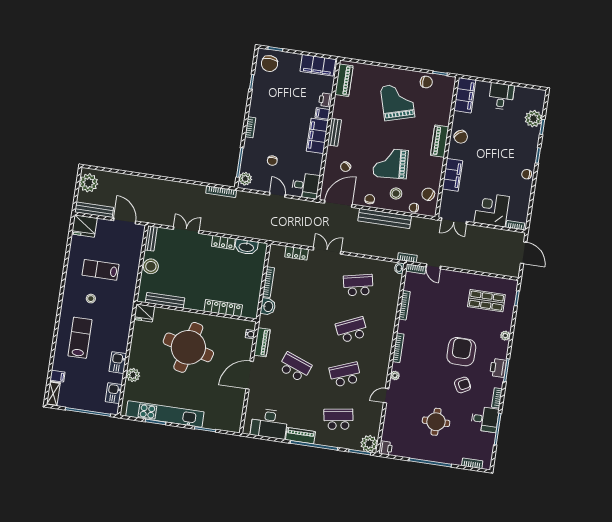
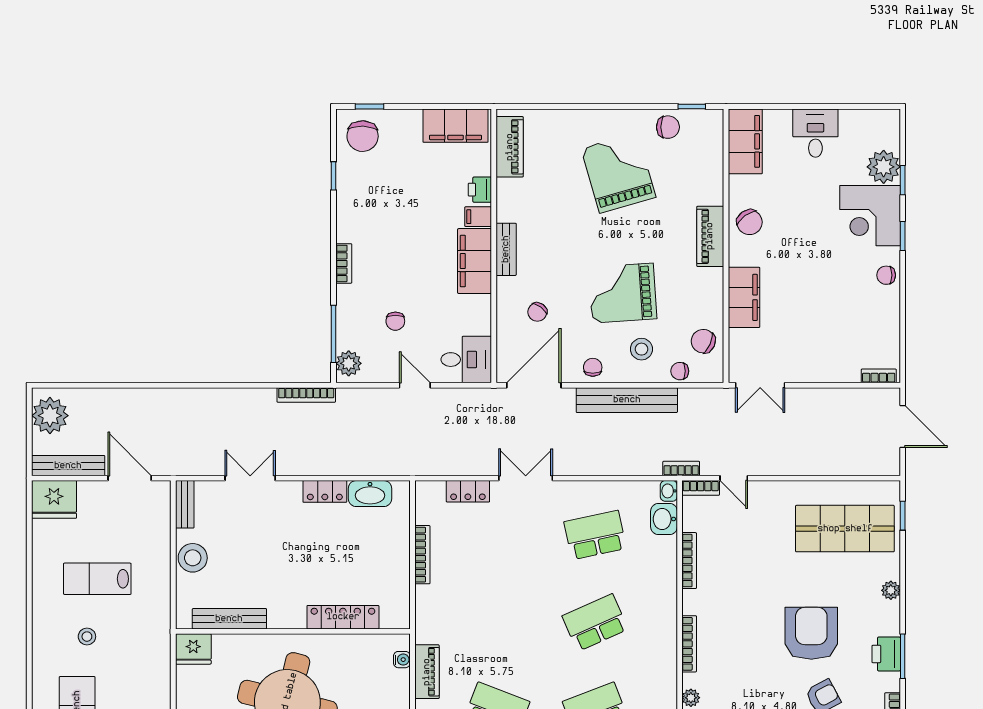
corner desk: (492, 210) -> (870, 216), moved, turned -90
shop shelf: (486, 301) -> (845, 529), width x1.43, depth x1.36
washbasin: (268, 306) -> (664, 519), moved, turned 180

